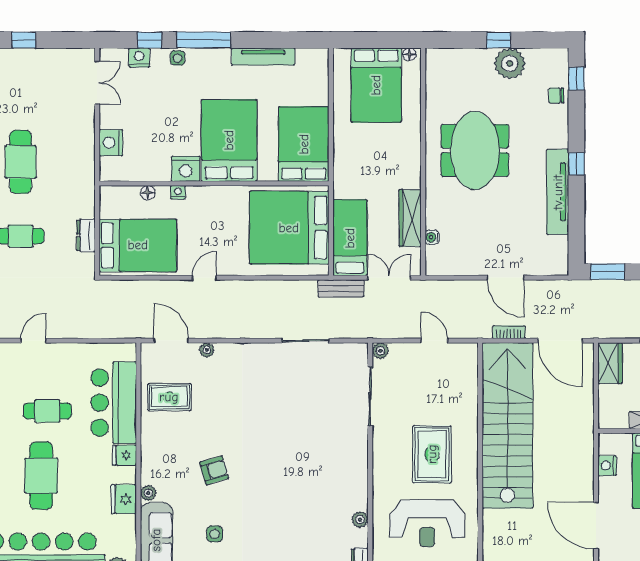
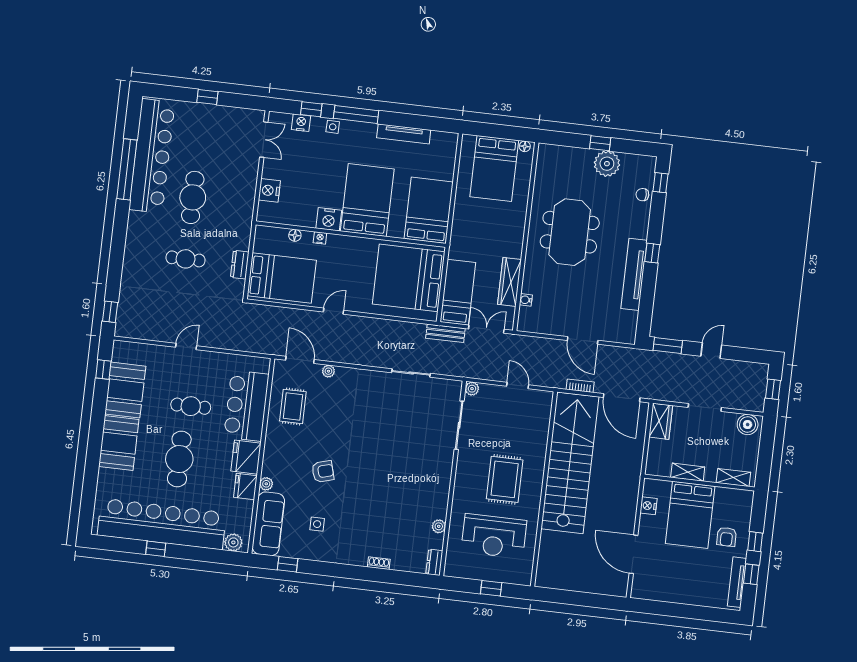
rug: (169, 397) -> (293, 406), turned 90
fridge: (124, 455) -> (246, 457), width x1.88, depth x1.34

